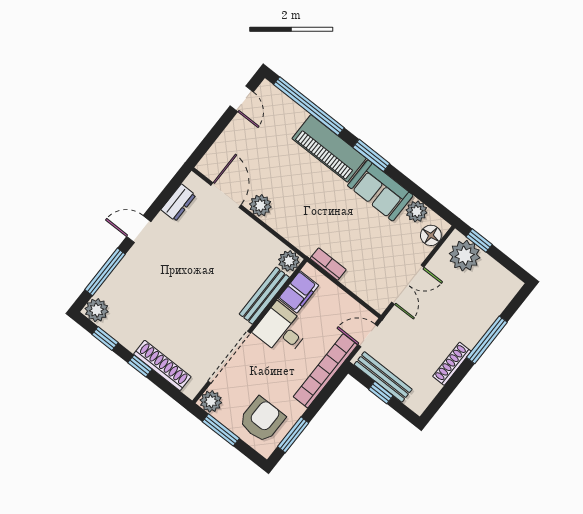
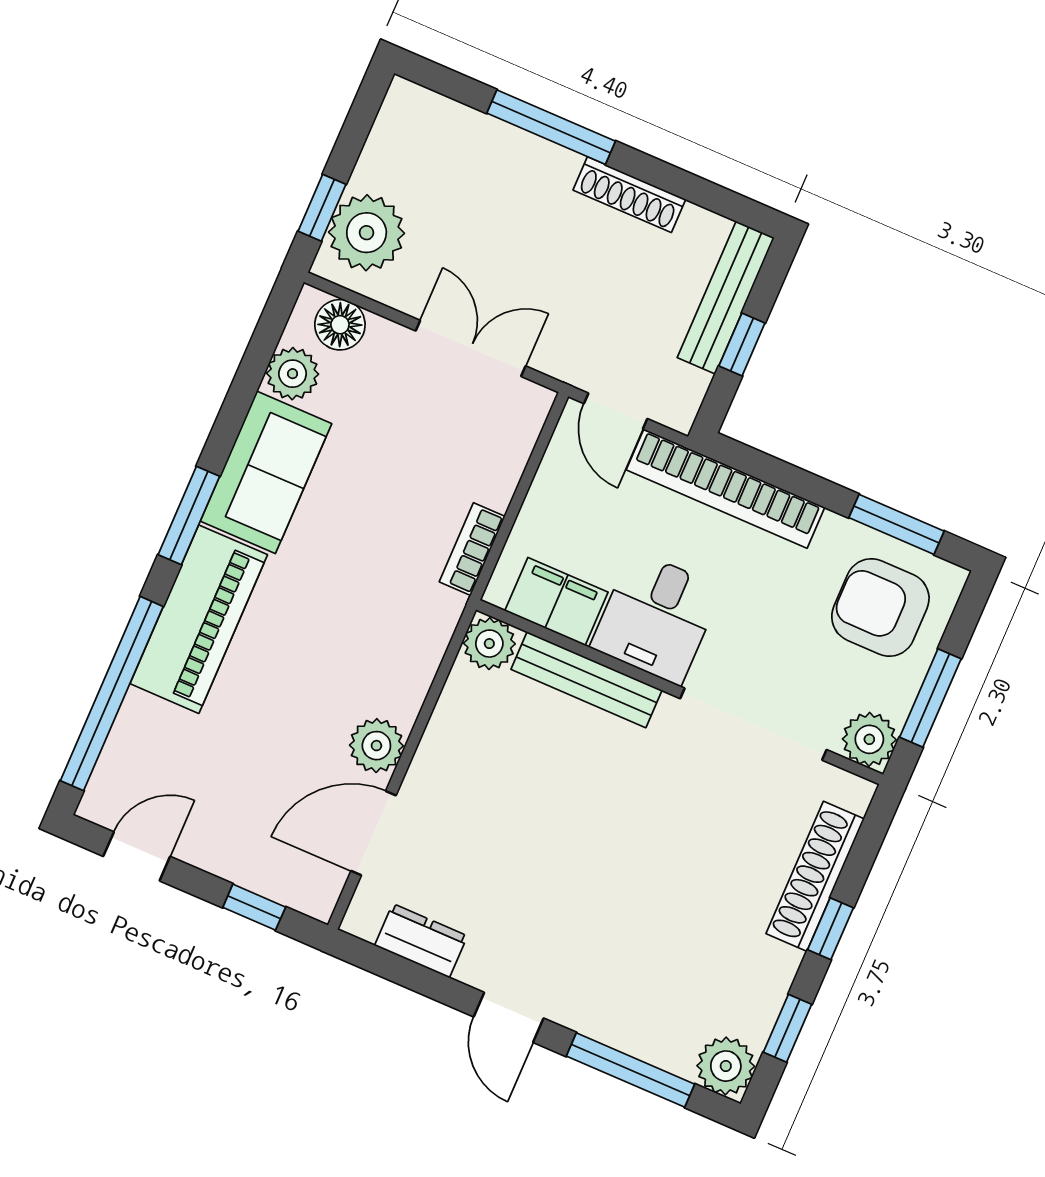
window: (209, 140) -> (254, 907), added
bench: (383, 377) -> (726, 298), moved

